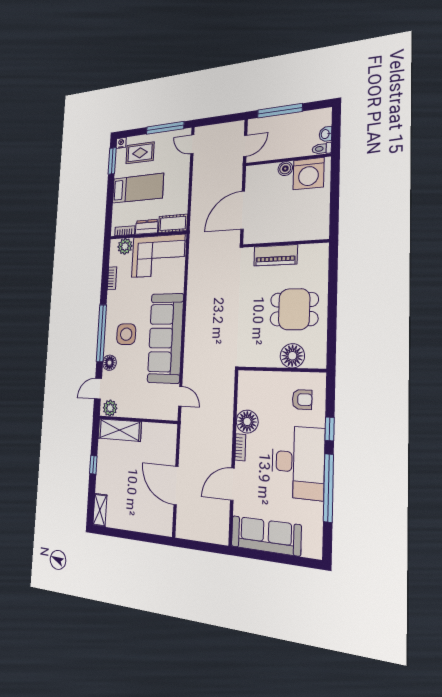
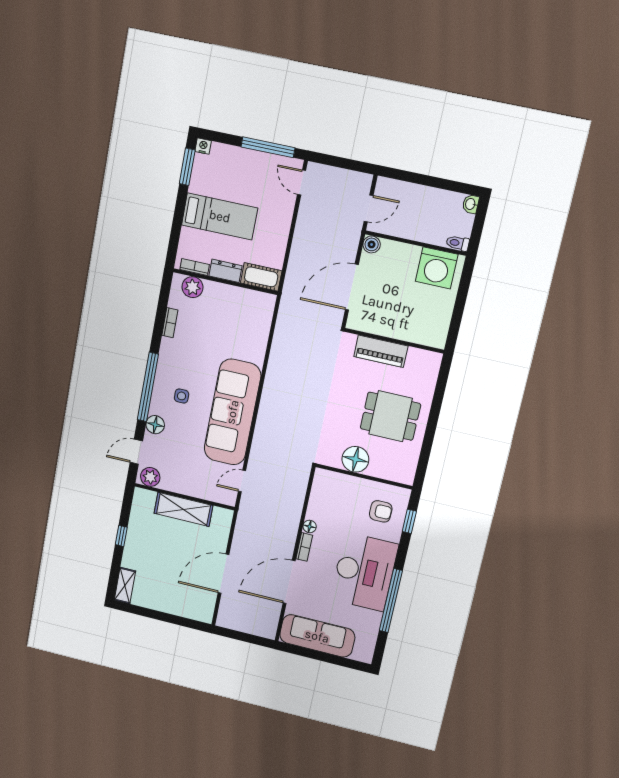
window: (280, 111) -> (418, 179), removed
washbasin: (325, 134) -> (471, 204), moved
rug: (140, 153) -> (229, 169), removed
boiler: (285, 169) -> (372, 244), moved
corner sofa: (158, 256) -> (236, 312), removed
side table: (126, 334) -> (182, 396), width x0.54, depth x0.54
floor lamp: (292, 356) -> (355, 459), moved
door: (180, 396) -> (242, 481), swing flipped
floor lamp: (247, 422) -> (310, 526), width x0.53, depth x0.53
window: (330, 429) -> (409, 521), moved
shelving: (119, 430) -> (183, 509), moved
door: (232, 484) -> (289, 582), width x1.36
door: (176, 486) -> (223, 574), hinge flipped

